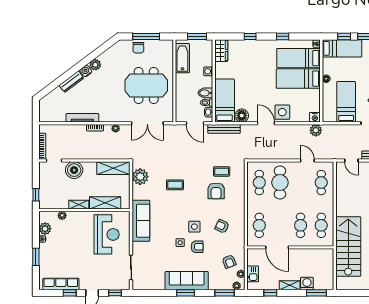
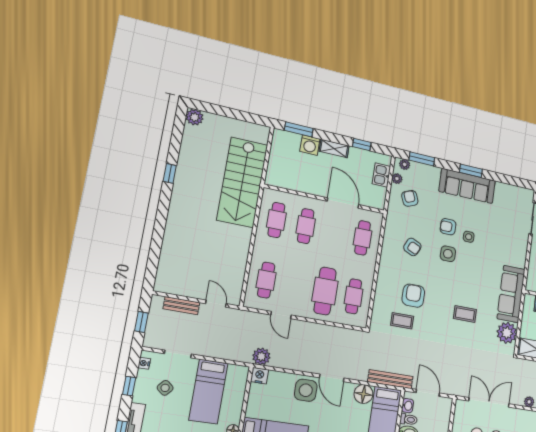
sofa: (141, 221) -> (511, 294), moved

